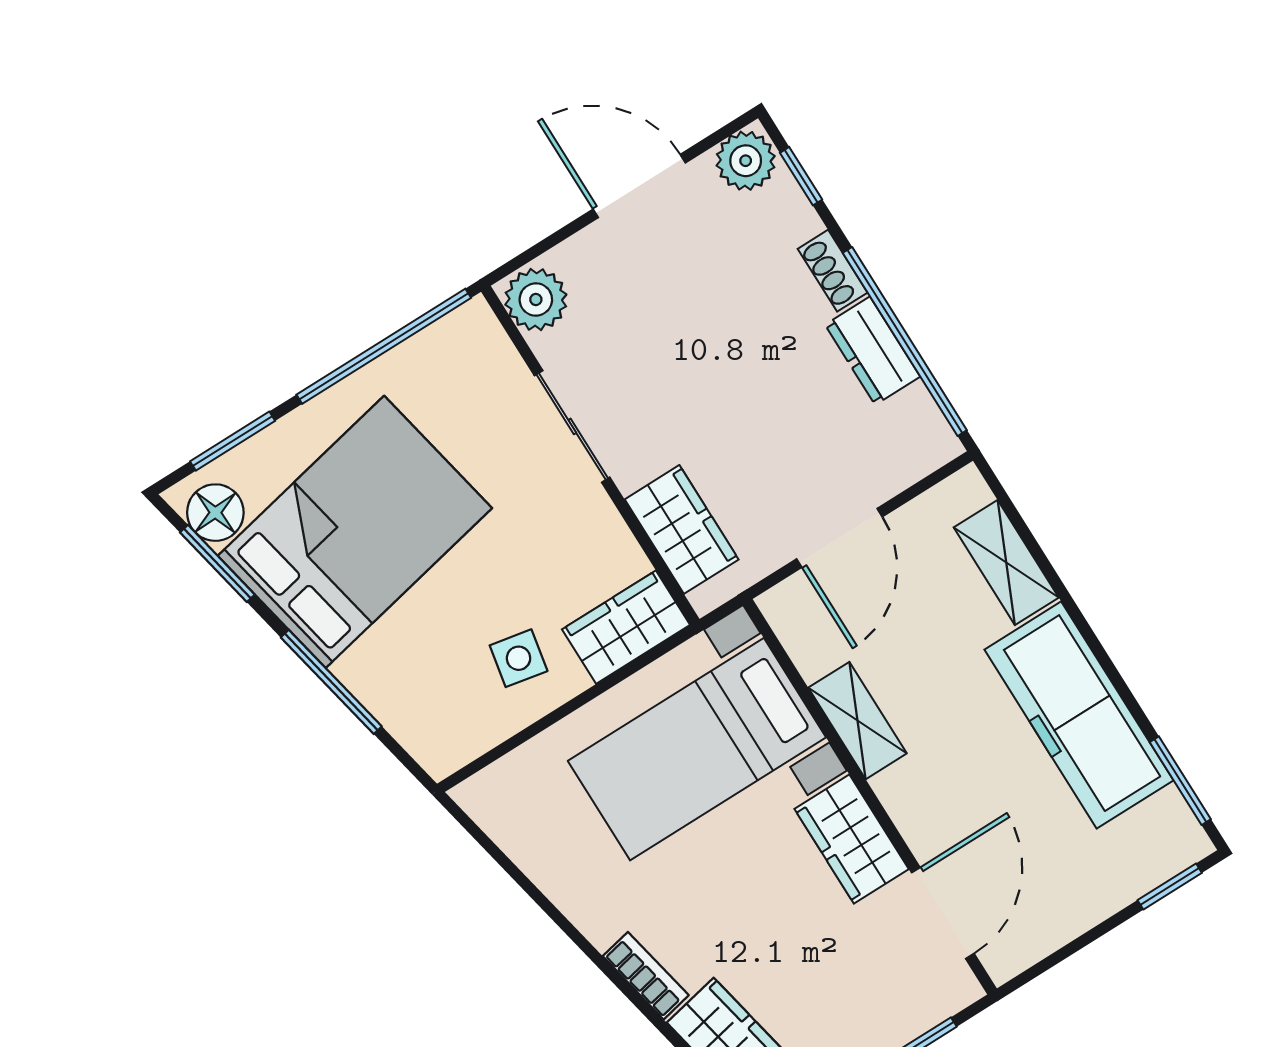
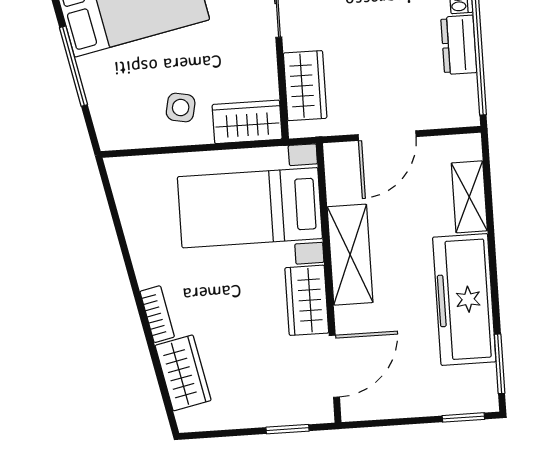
shelving: (857, 721) -> (350, 255), width x1.50, depth x1.33

